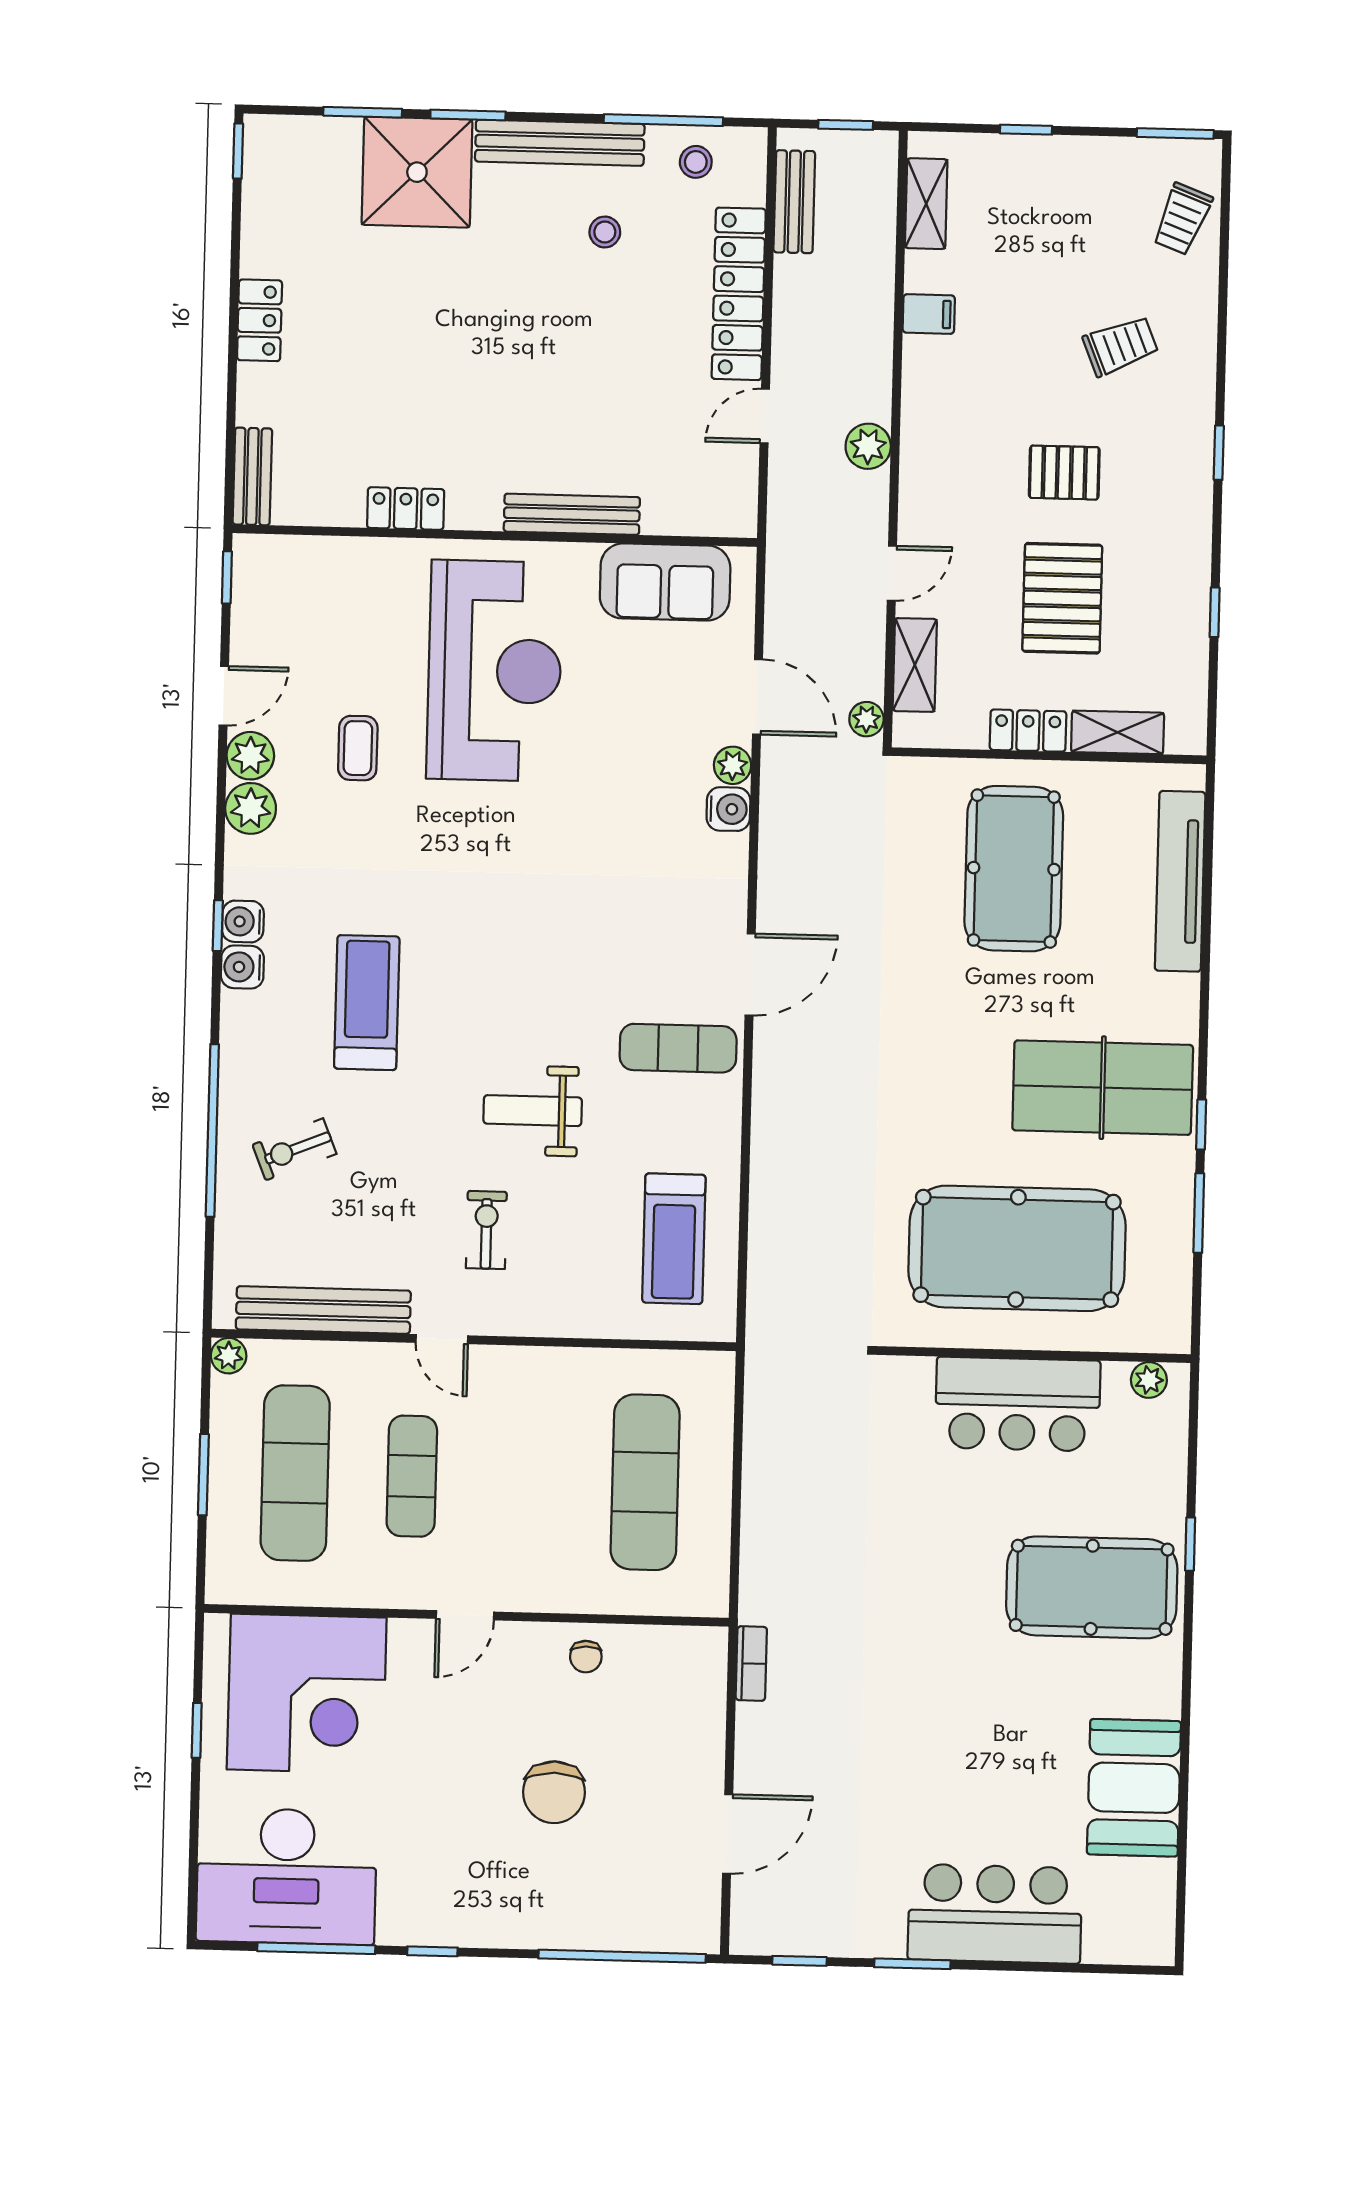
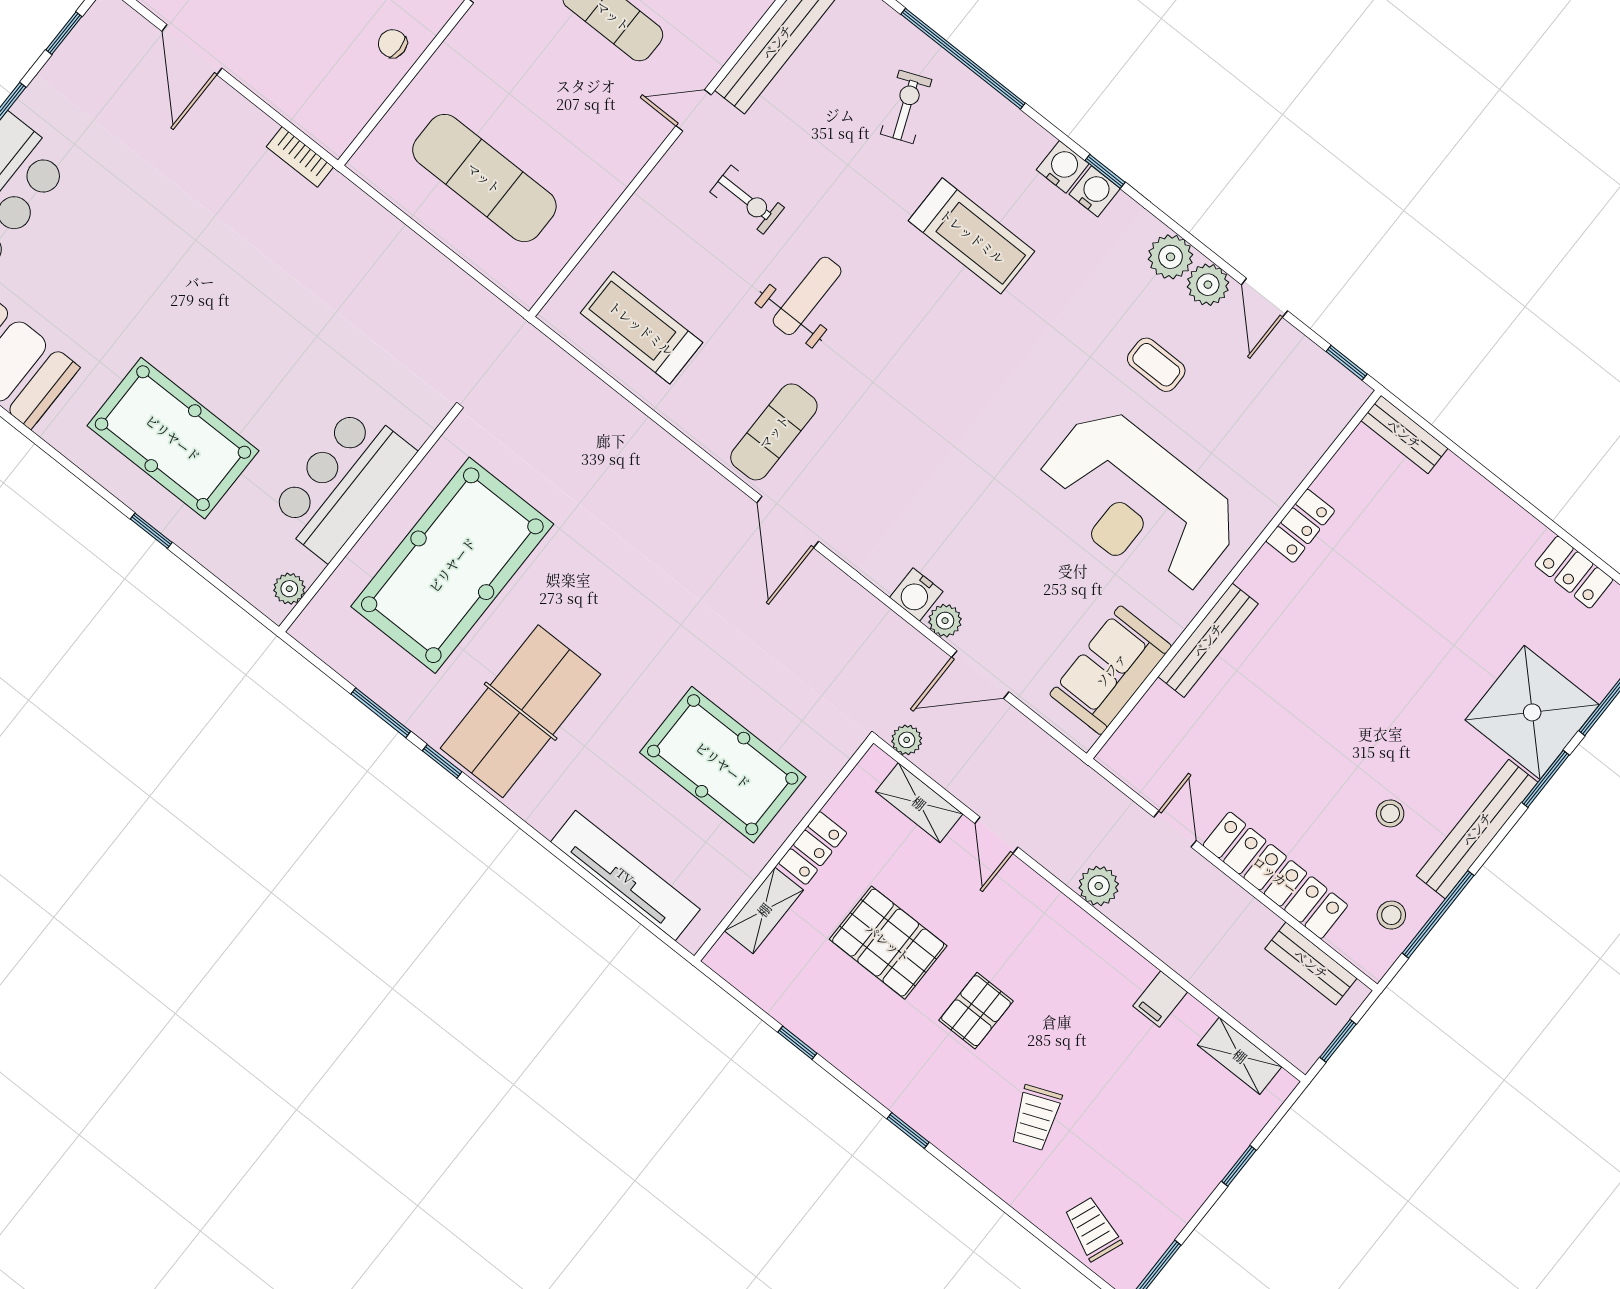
locker: (260, 320) -> (1574, 572), moved
pool table: (1092, 1587) -> (173, 438), turned 90

